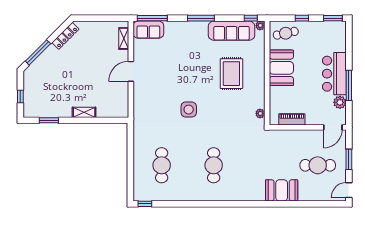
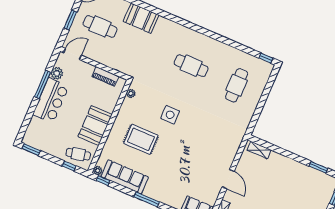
window: (302, 18) -> (69, 166), moved
door: (131, 71) -> (228, 179), hinge flipped
rug: (231, 74) -> (141, 139), turned 90
side table: (189, 110) -> (170, 115), moved
shelving: (84, 112) -> (259, 150), moved
cafe table: (214, 165) -> (191, 66), turned 90

